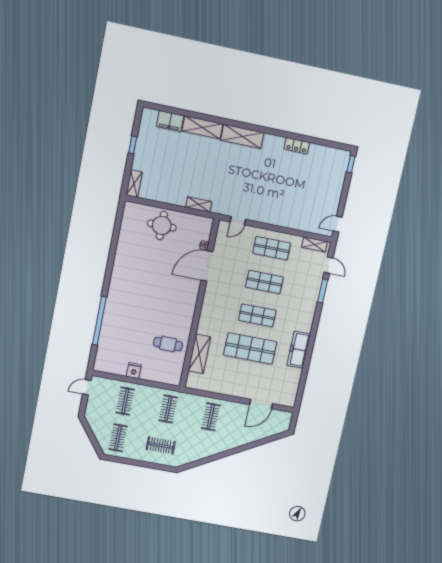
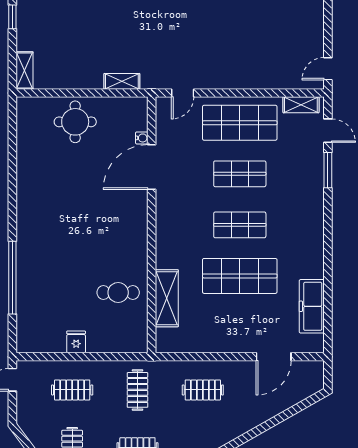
shop shelf: (272, 248) -> (240, 123), width x1.43, depth x1.36
freezer: (299, 350) -> (312, 306), moved
clothes rail: (125, 401) -> (72, 390), turned 90
clothes rail: (211, 417) -> (203, 390), turned 90

